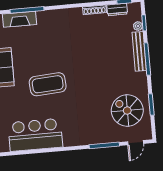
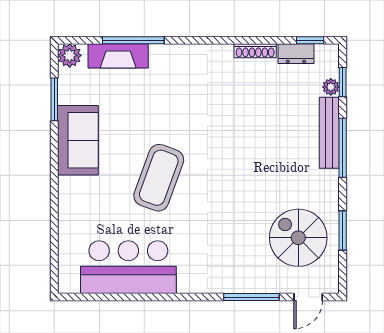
coffee table: (48, 84) -> (159, 178), turned -66

